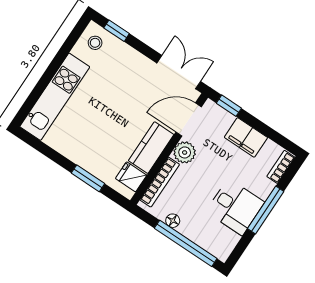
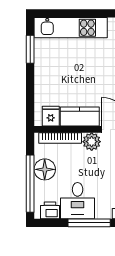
window: (88, 178) -> (30, 49), moved
floor lamp: (173, 221) -> (45, 169), width x1.89, depth x1.89
printer: (226, 241) -> (50, 210), added

